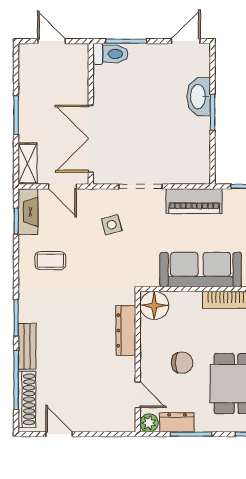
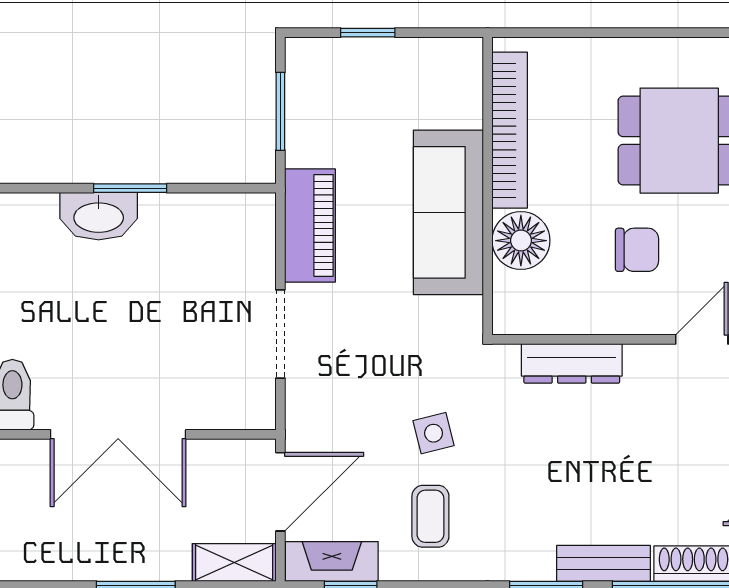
double door: (91, 139) -> (118, 434), moved
door: (62, 186) -> (280, 492), width x1.38
side table: (112, 225) -> (434, 433), moved
floor lamp: (154, 305) -> (521, 241), moved
chair: (182, 363) -> (637, 250), turned 90

